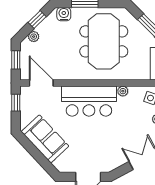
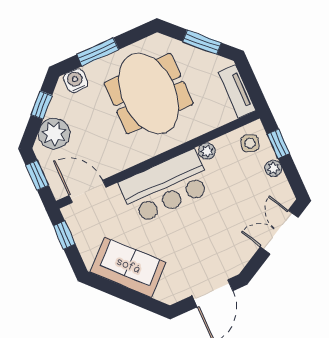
plant: (34, 37) -> (54, 134), width x1.88, depth x1.88

